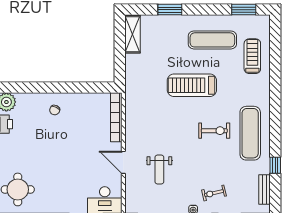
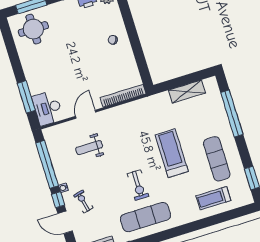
window: (170, 10) -> (232, 113), width x2.11
shelving: (132, 34) -> (187, 92), moved
treadmill: (252, 56) -> (213, 198), turned 180

